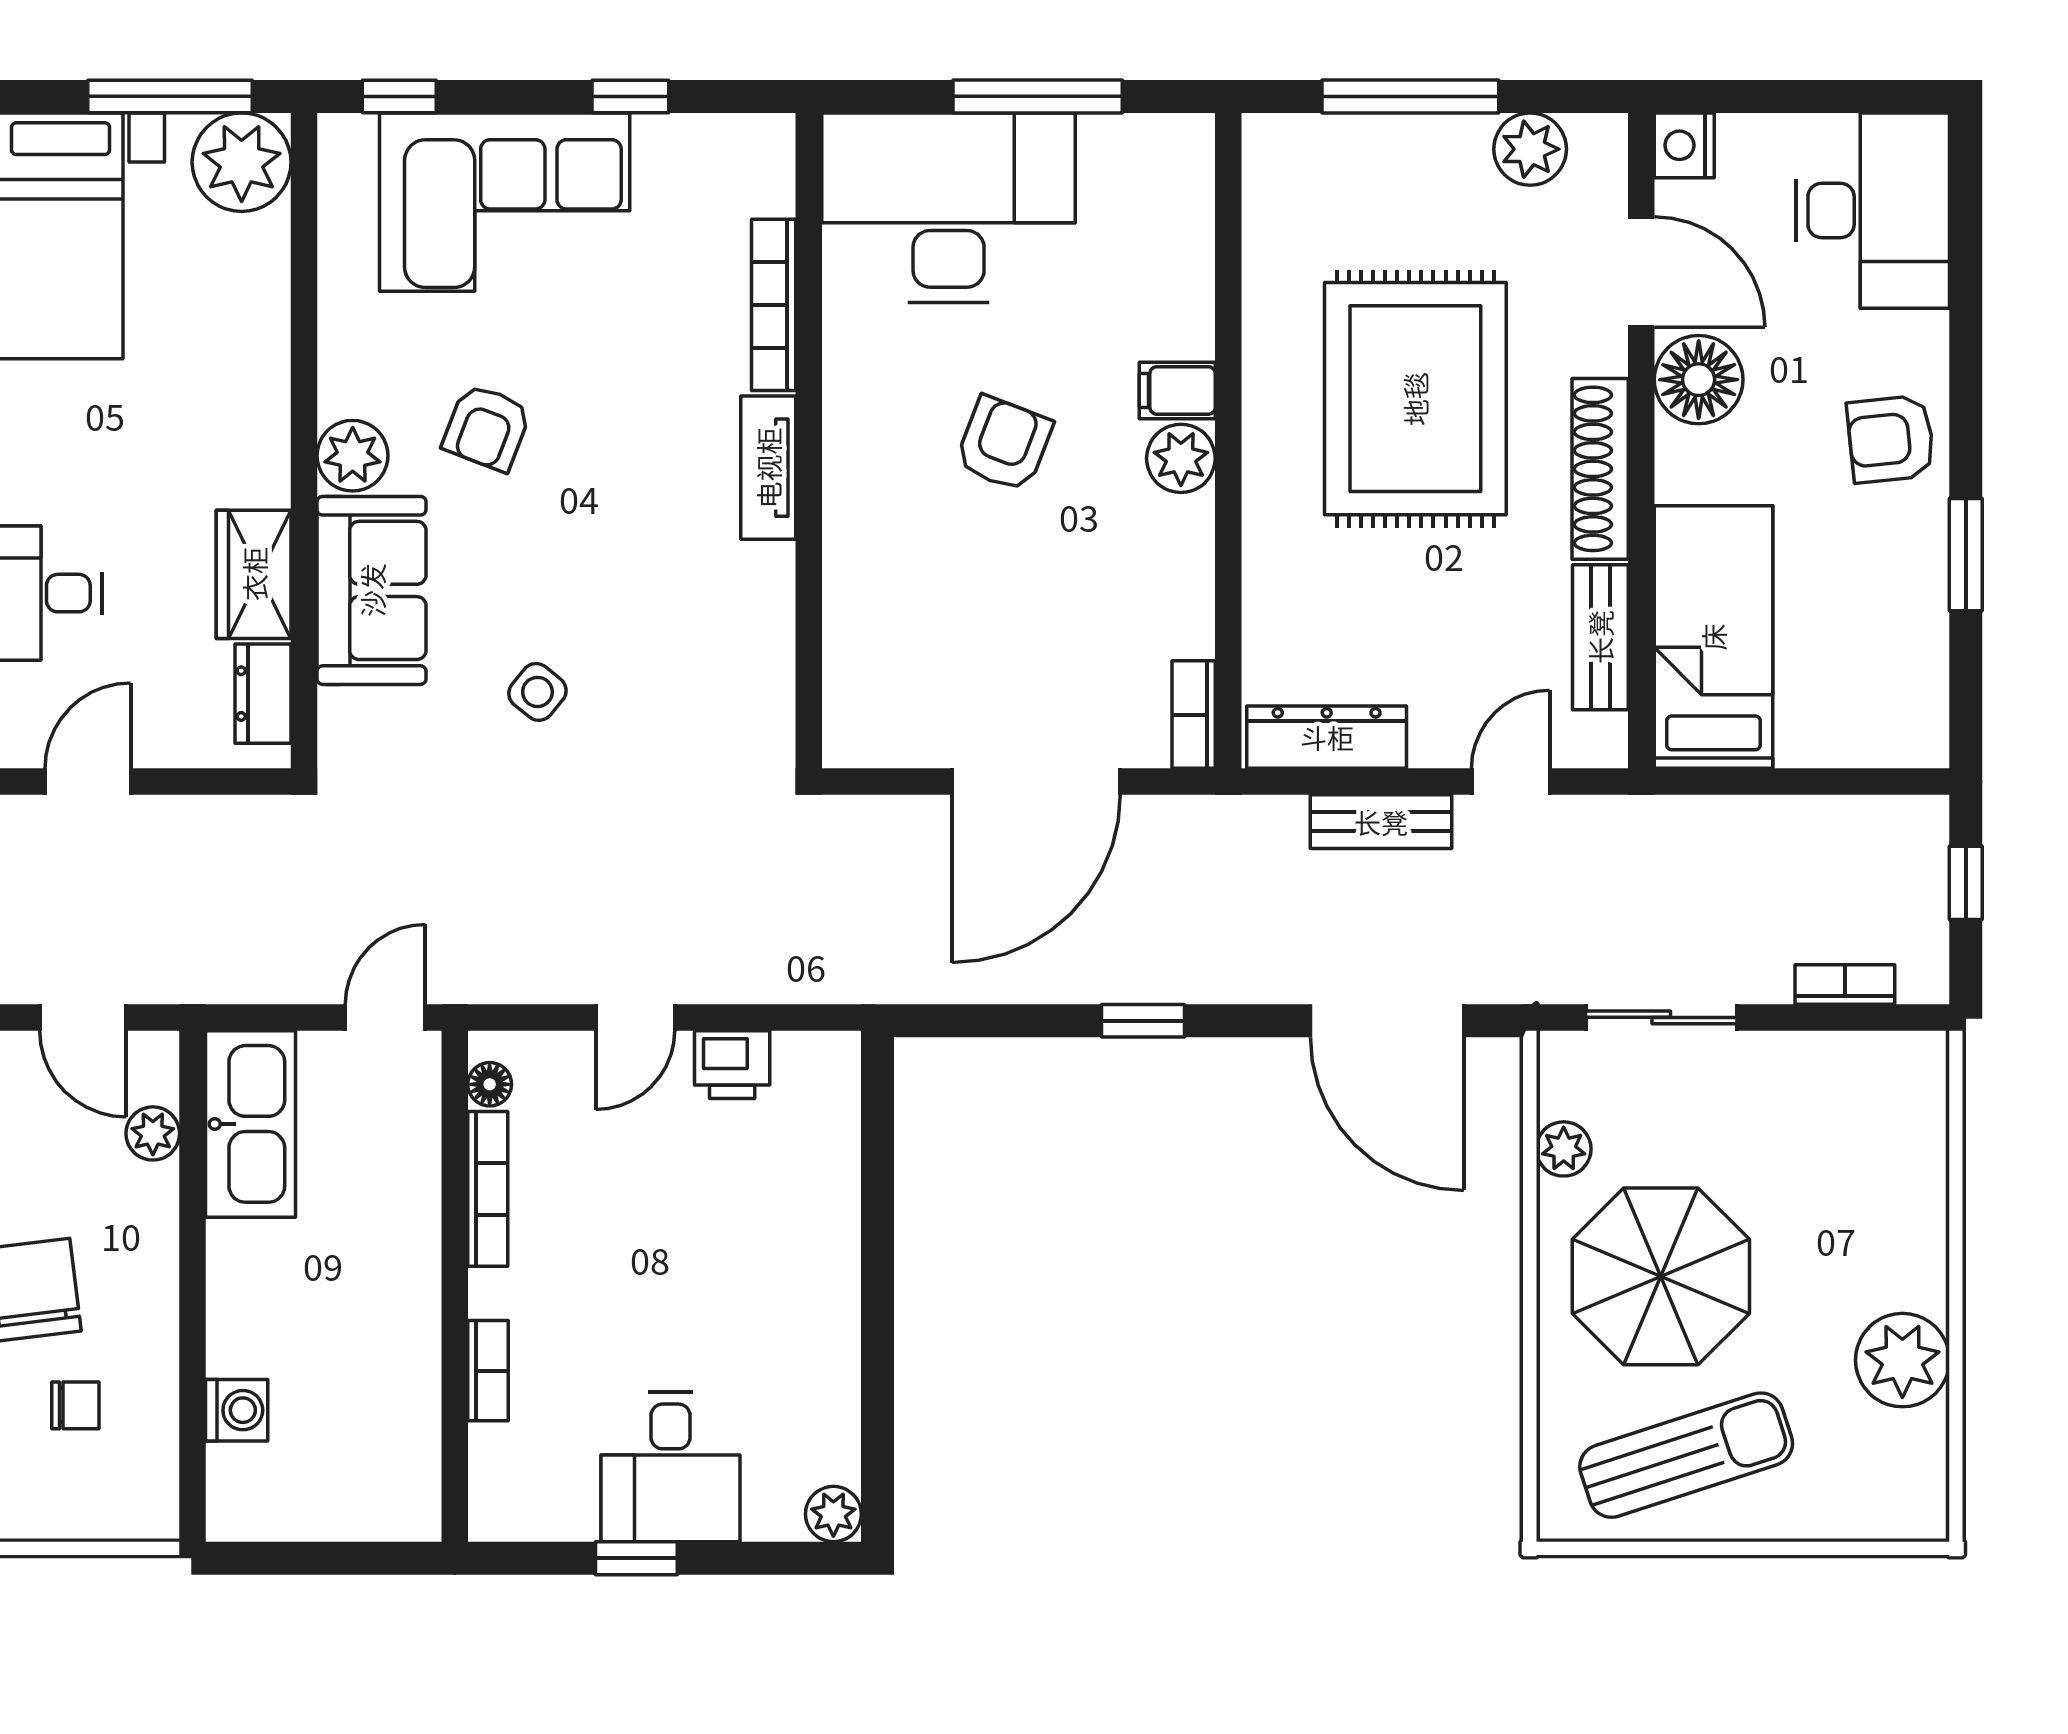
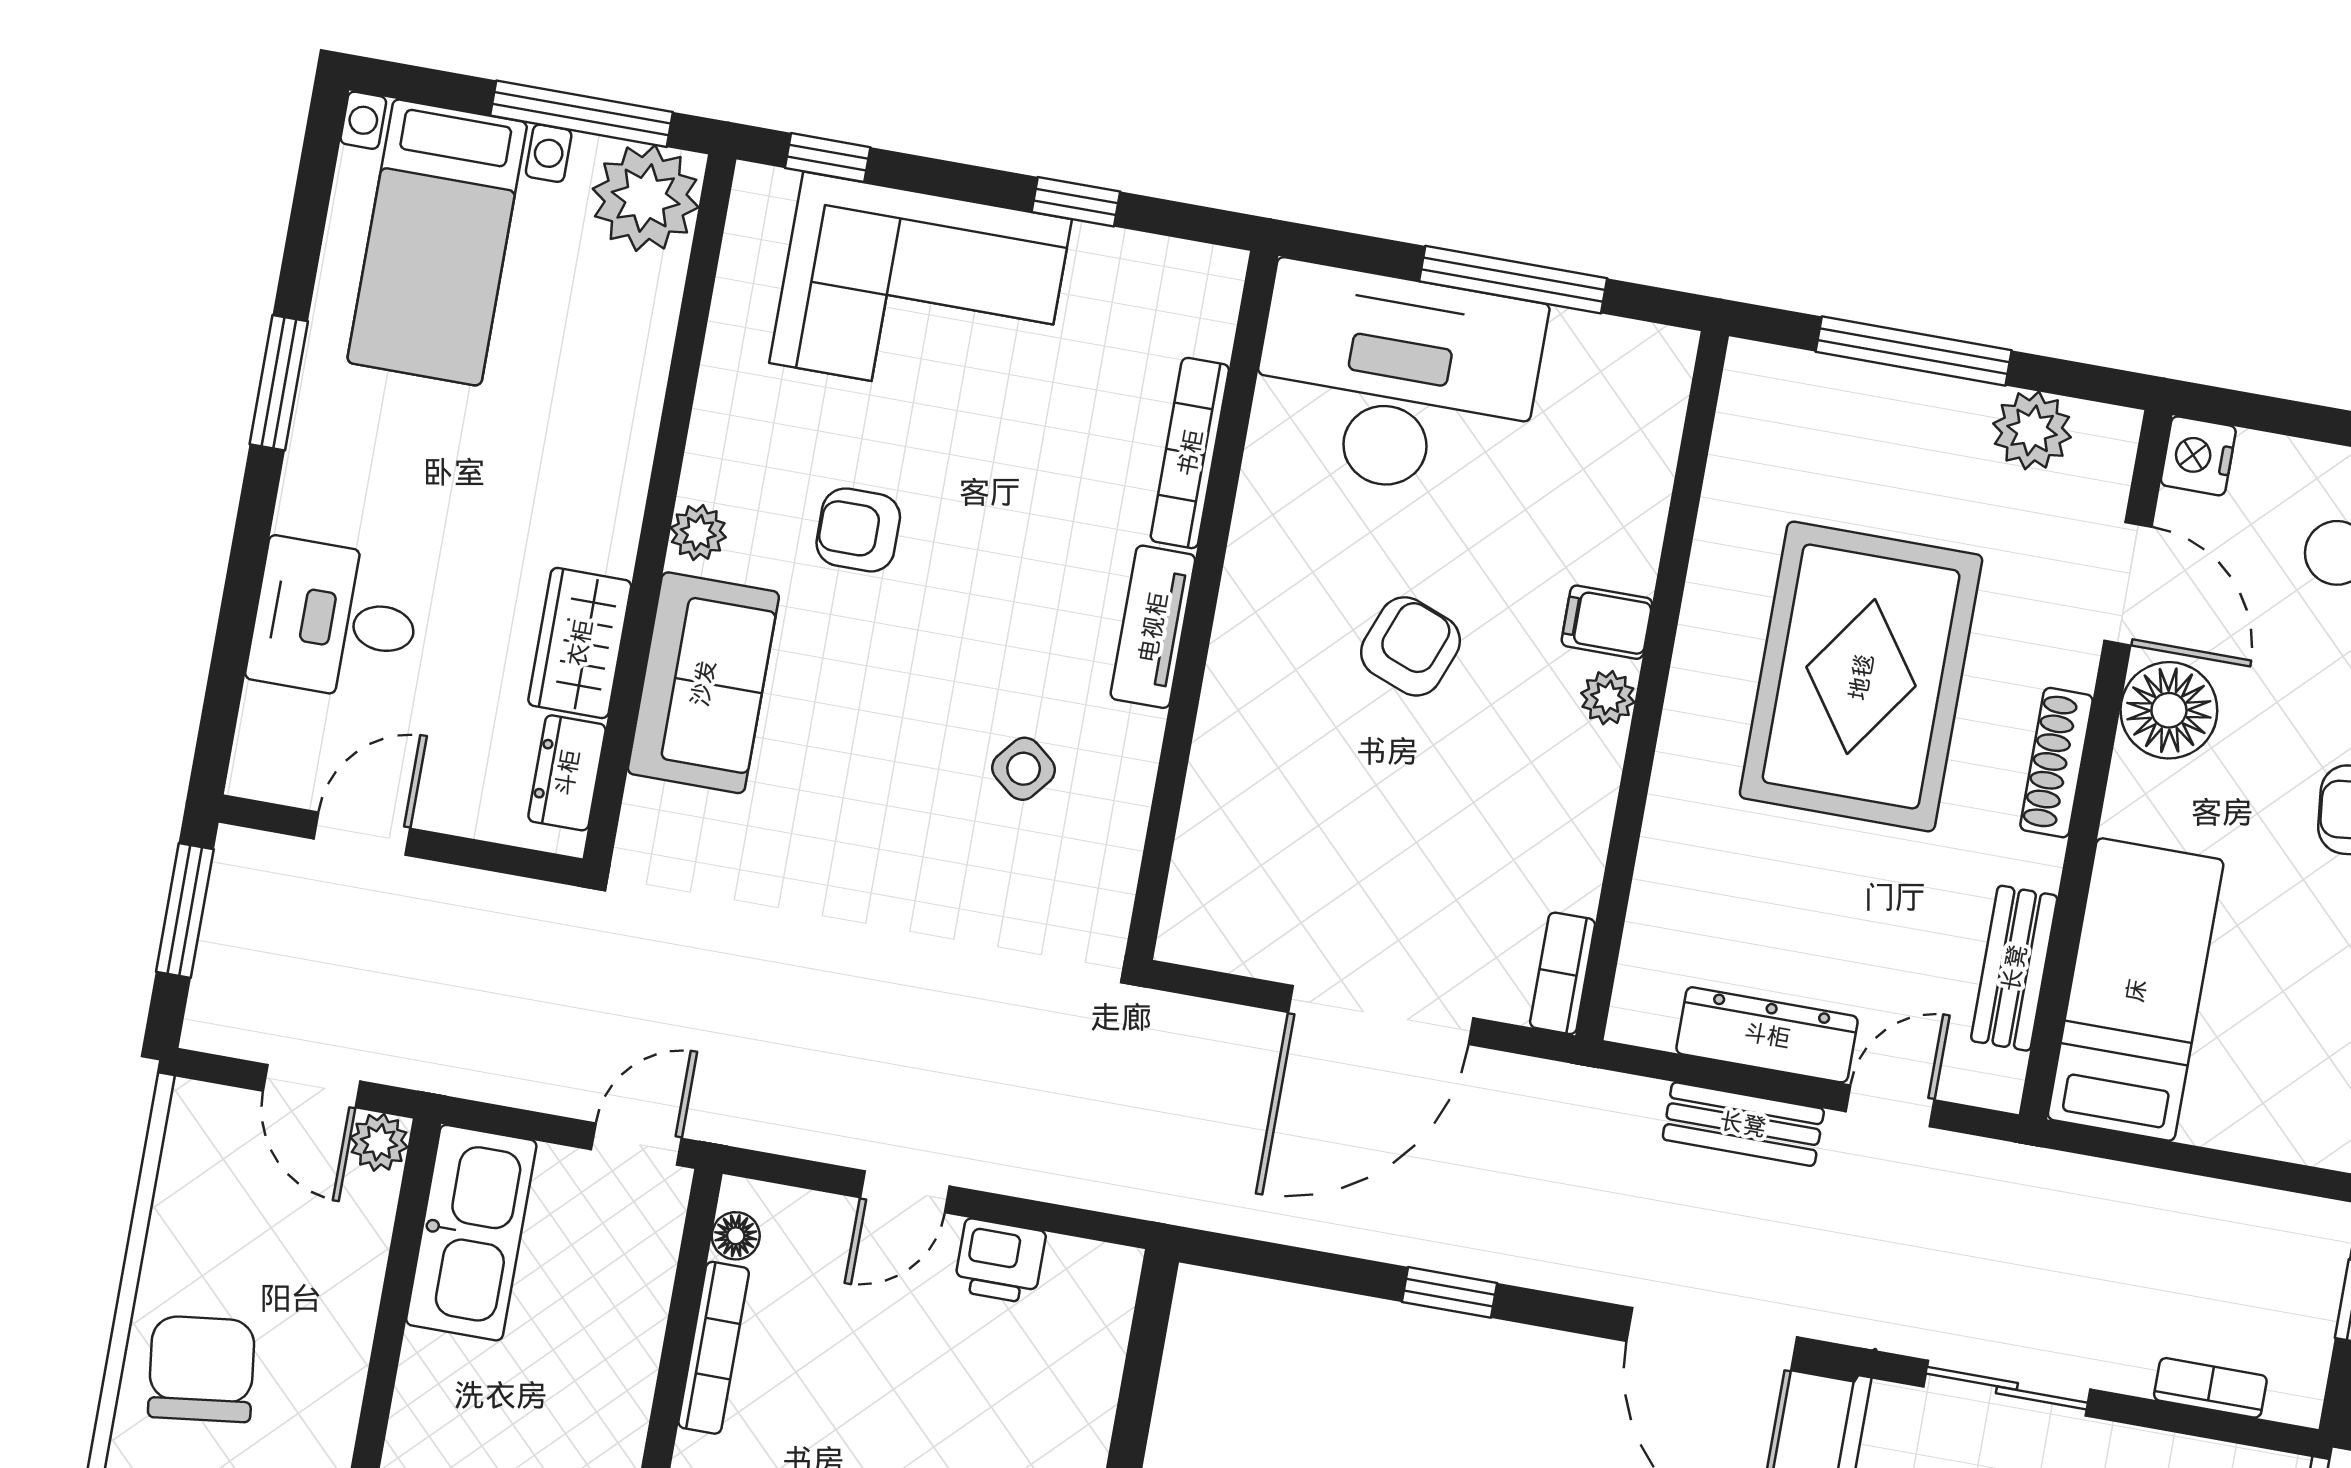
armchair: (487, 428) -> (858, 530), turned 69
plant: (353, 456) -> (698, 533), width x0.73, depth x0.73
plant: (1181, 458) -> (1608, 698), width x0.73, depth x0.73
shoe rack: (1600, 469) -> (2056, 763), width x0.74, depth x0.81
side table: (537, 692) -> (1024, 769), moved
dresser: (1327, 737) -> (1767, 1035), moved
plant: (153, 1133) -> (379, 1142), moved

